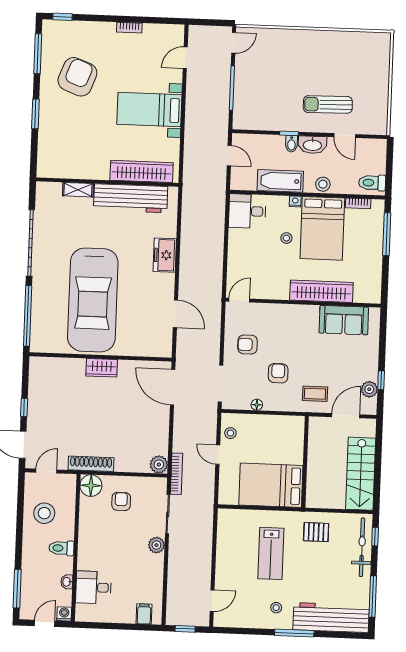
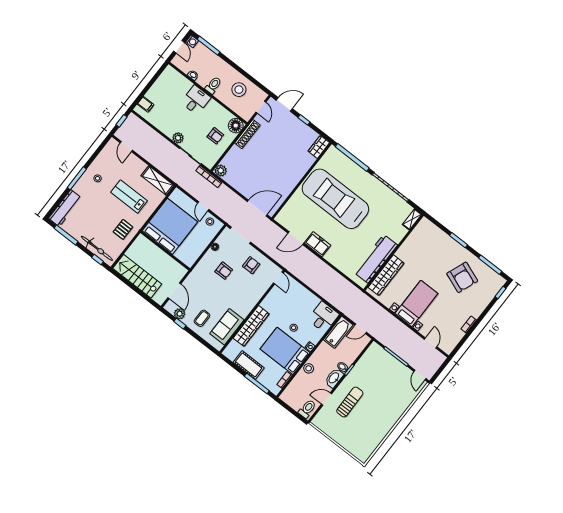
bathtub: (280, 181) -> (338, 332), moved
toilet: (372, 183) -> (307, 409), moved
shelving: (78, 190) -> (412, 219), moved
freezer: (165, 255) -> (318, 244), moved
cot: (371, 260) -> (249, 365), added
wardrobe: (102, 368) -> (319, 147), moved
coffee table: (315, 394) -> (202, 318), moved
door: (218, 455) -> (203, 206), swing flipped
bed: (271, 485) -> (170, 226), width x1.36
shelving: (226, 533) -> (158, 181), added
desk: (94, 587) -> (196, 100), moved
washing machine: (64, 614) -> (192, 41), moved
workbench: (331, 618) -> (65, 208), width x0.73, depth x0.76

